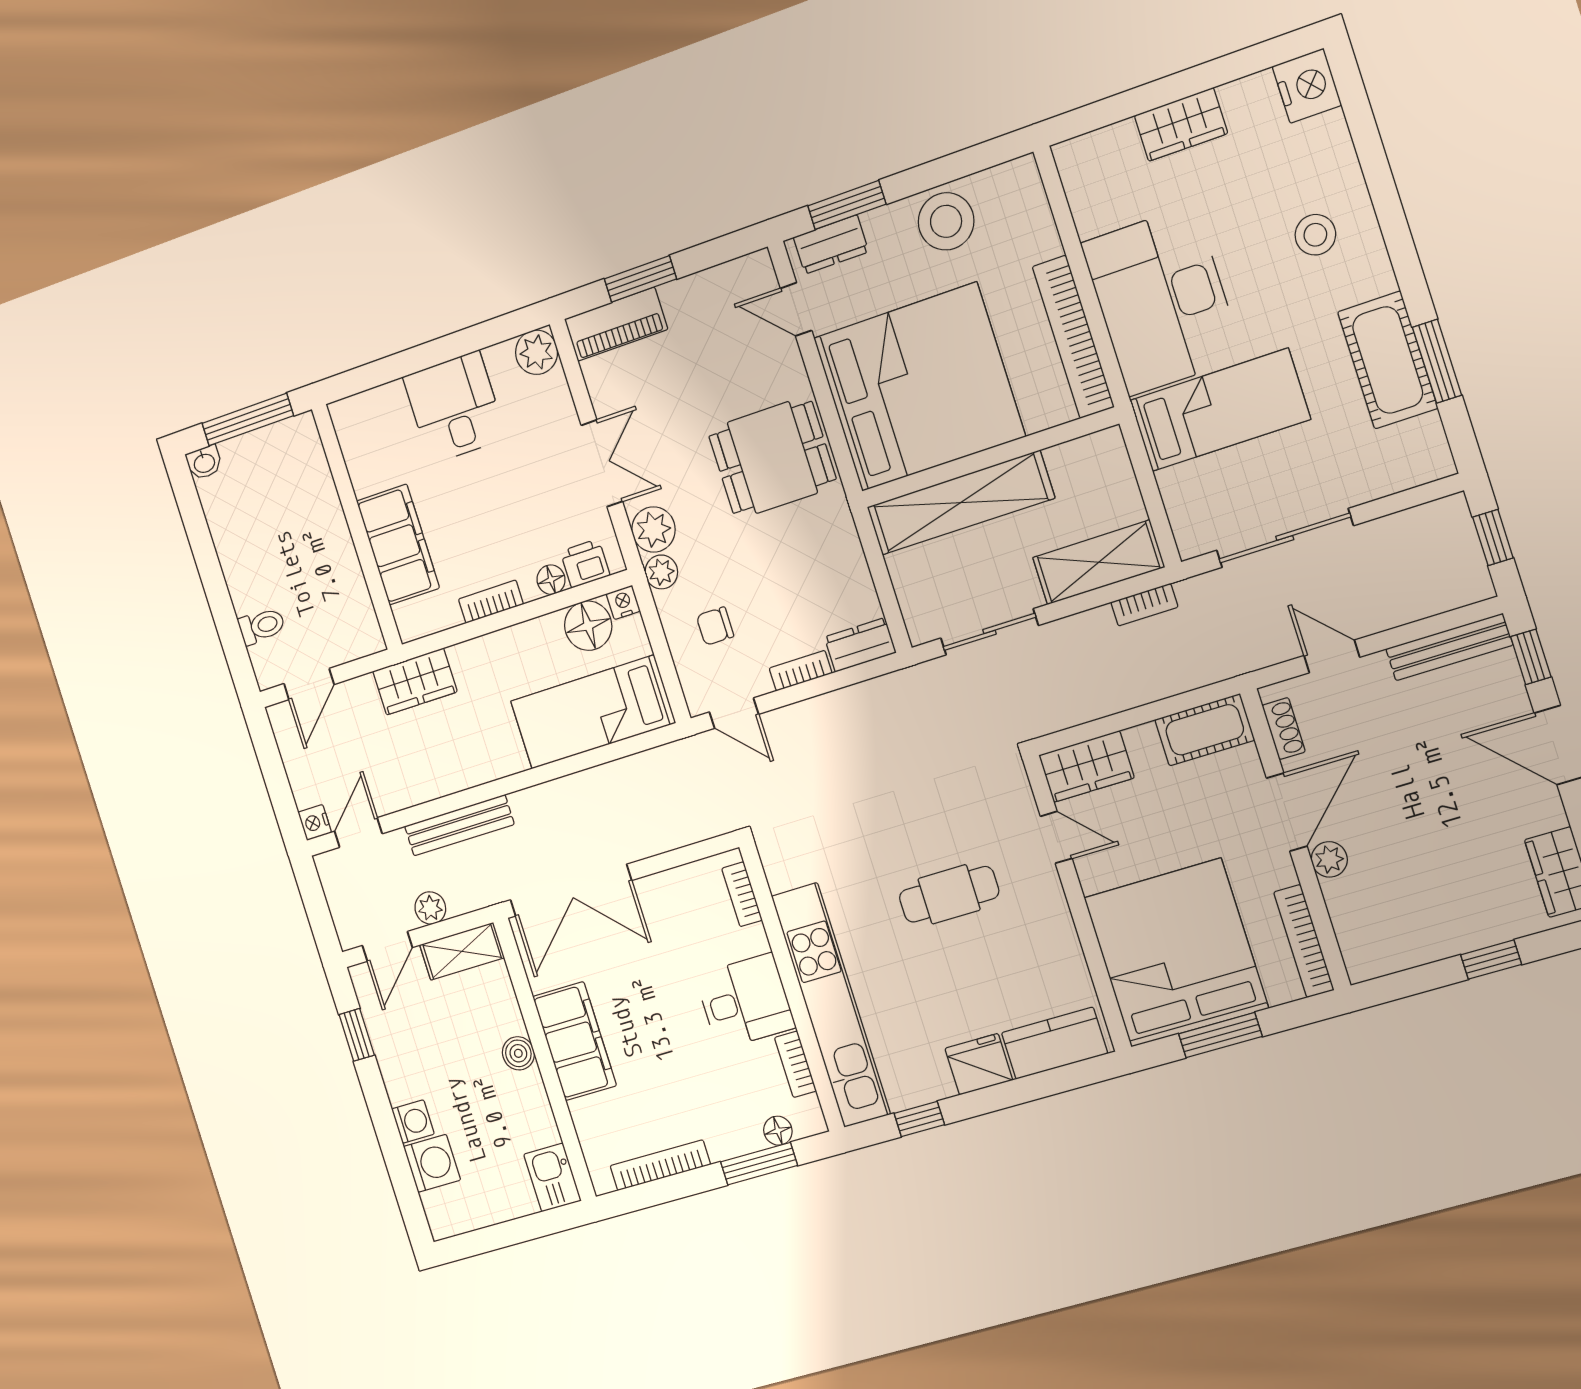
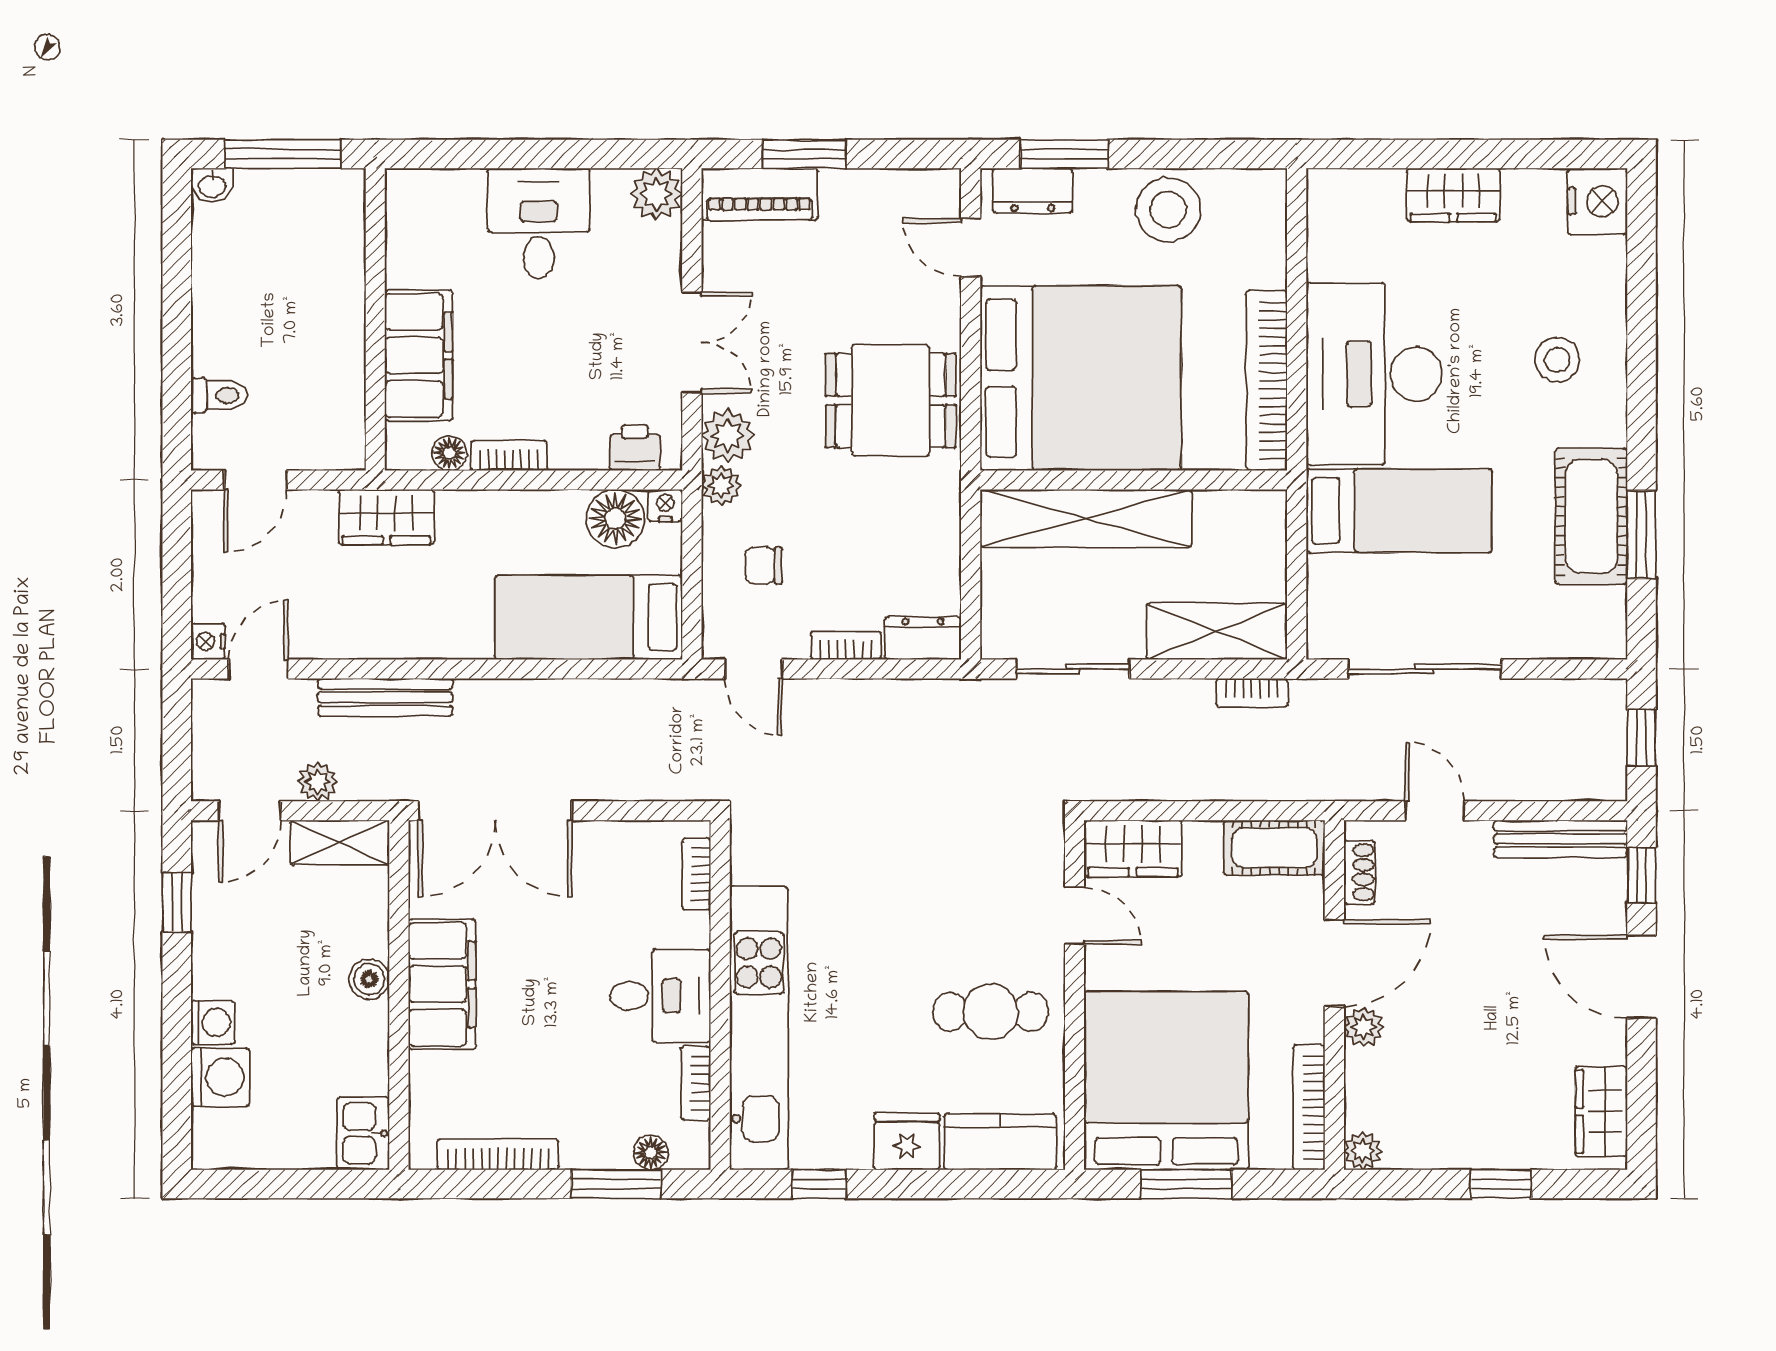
floor lamp: (551, 580) -> (449, 453), moved
cafe table: (949, 894) -> (991, 1012), moved
plant: (1362, 965) -> (1363, 1151), added

